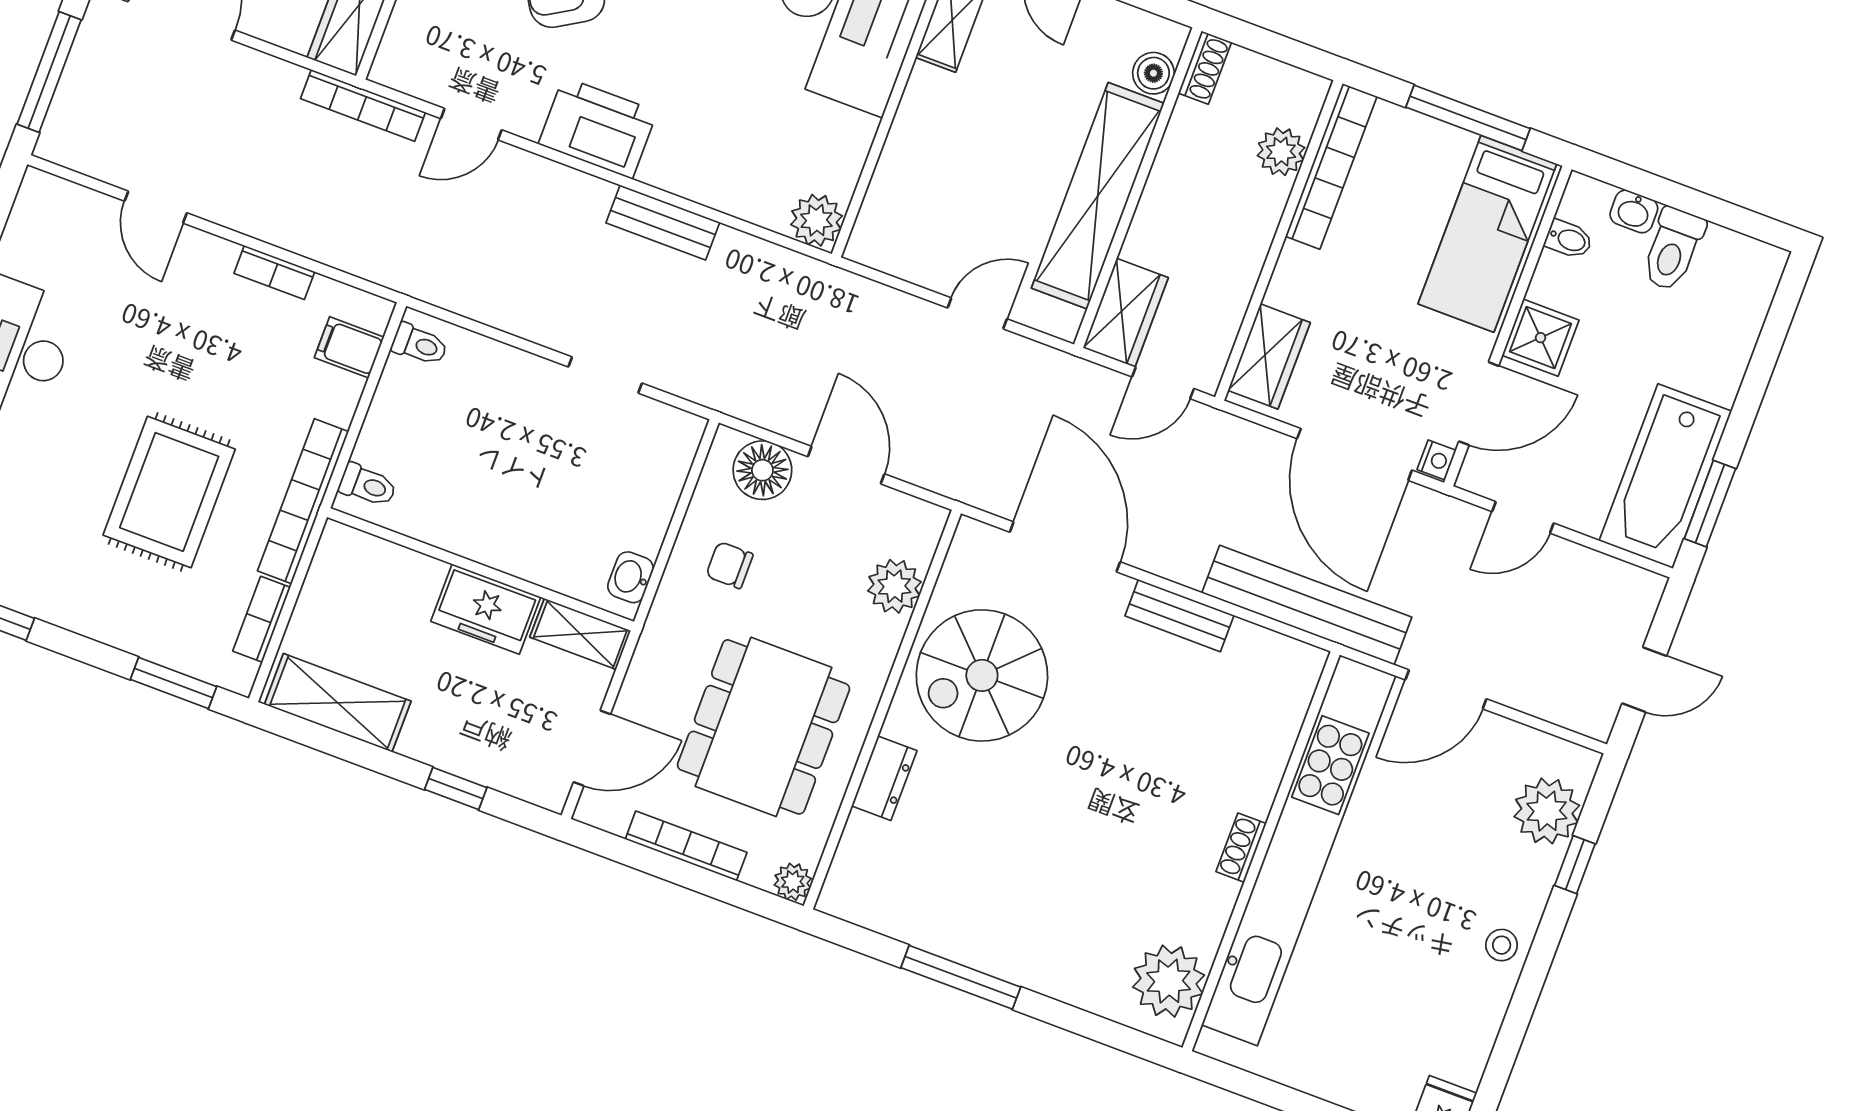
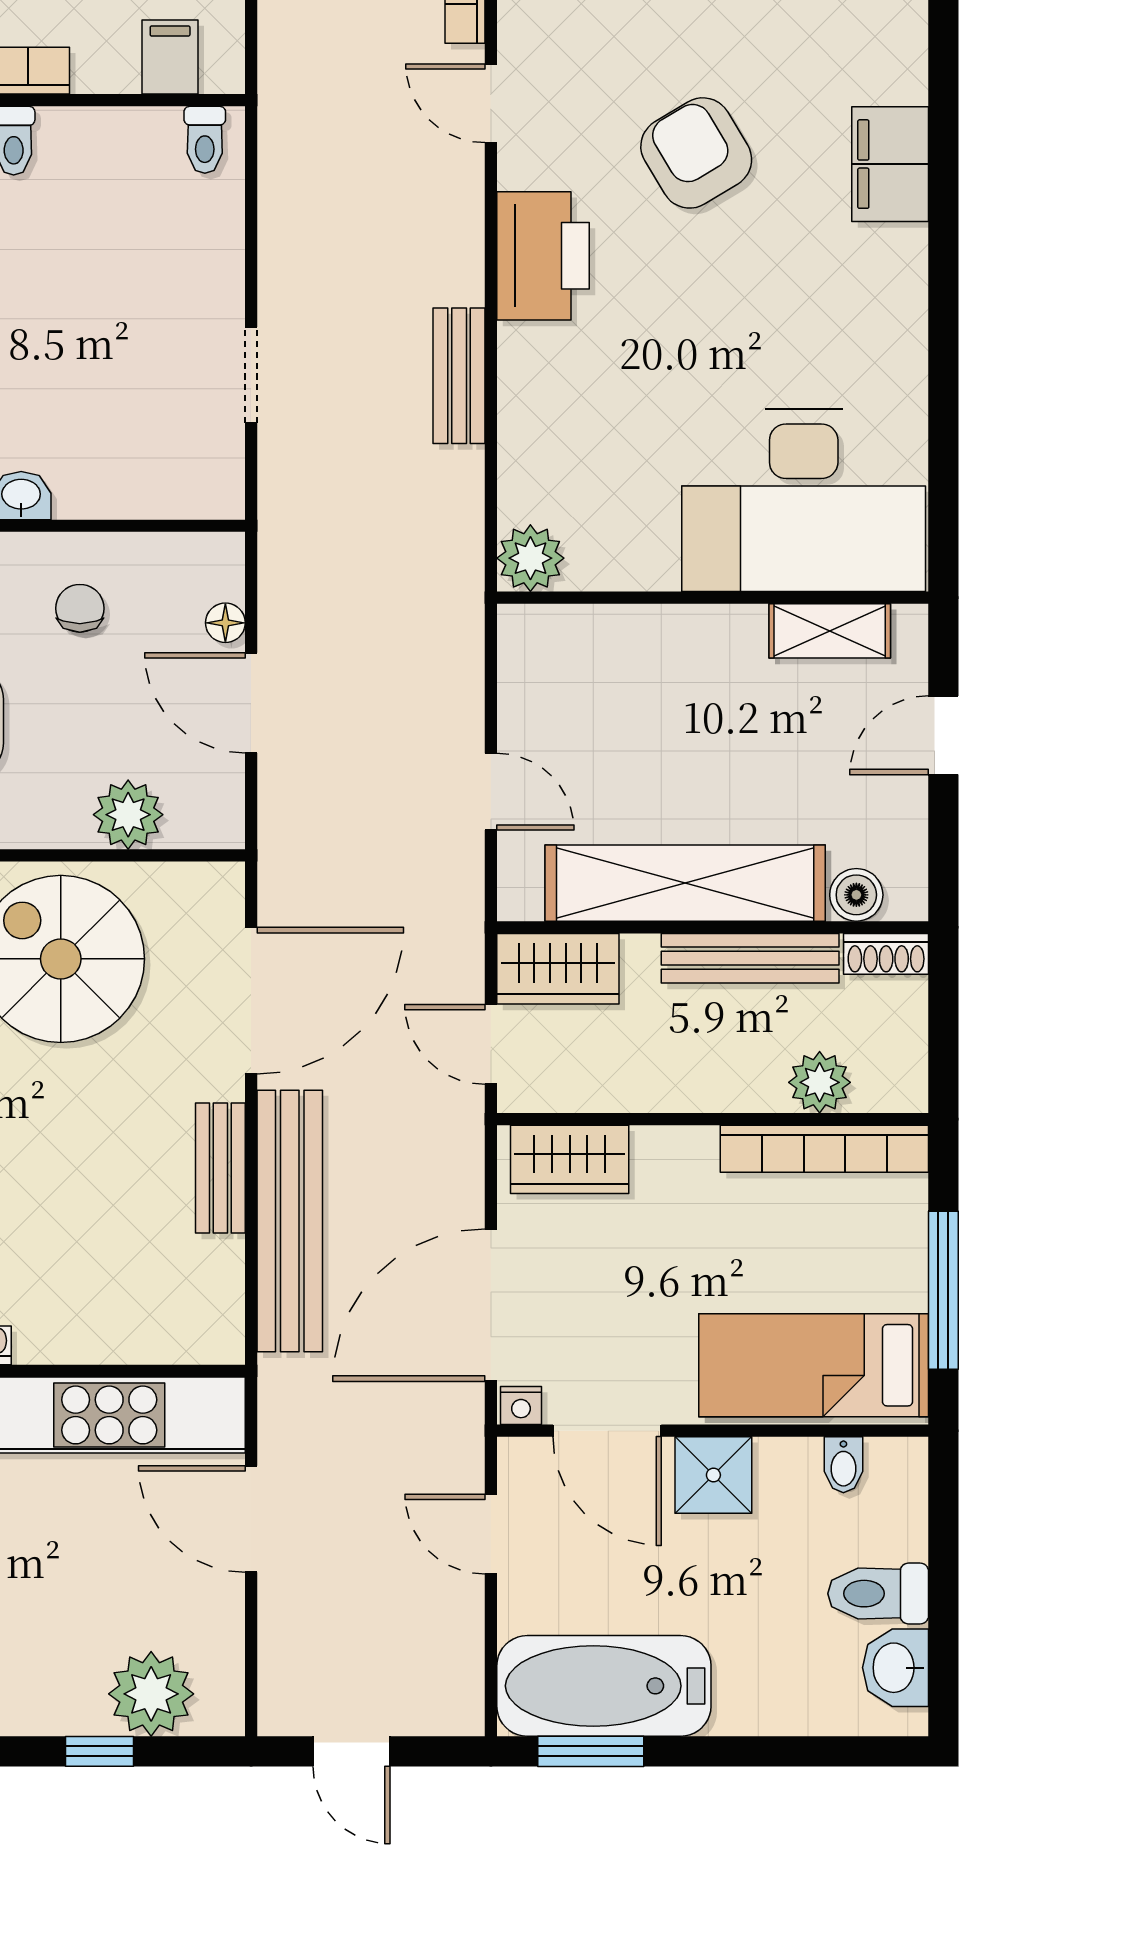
bench: (1171, 169) -> (750, 958), added
washbasin: (1634, 211) -> (896, 1668), moved, width x1.38, depth x1.45
door: (846, 465) -> (251, 703), swing flipped
floor lamp: (762, 470) -> (225, 623), width x0.53, depth x0.53
bench: (1307, 605) -> (290, 1221), moved

